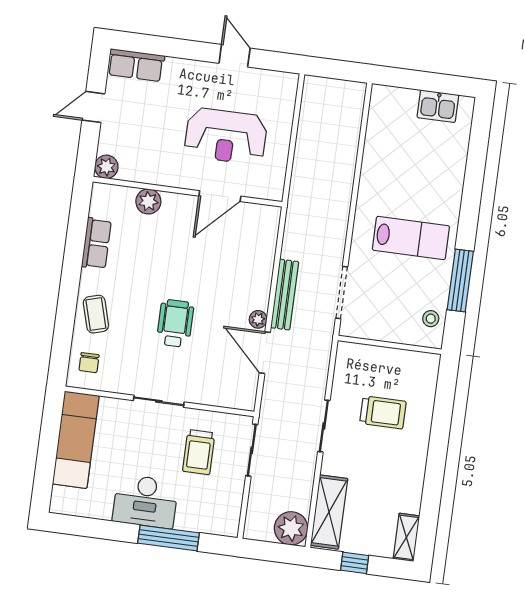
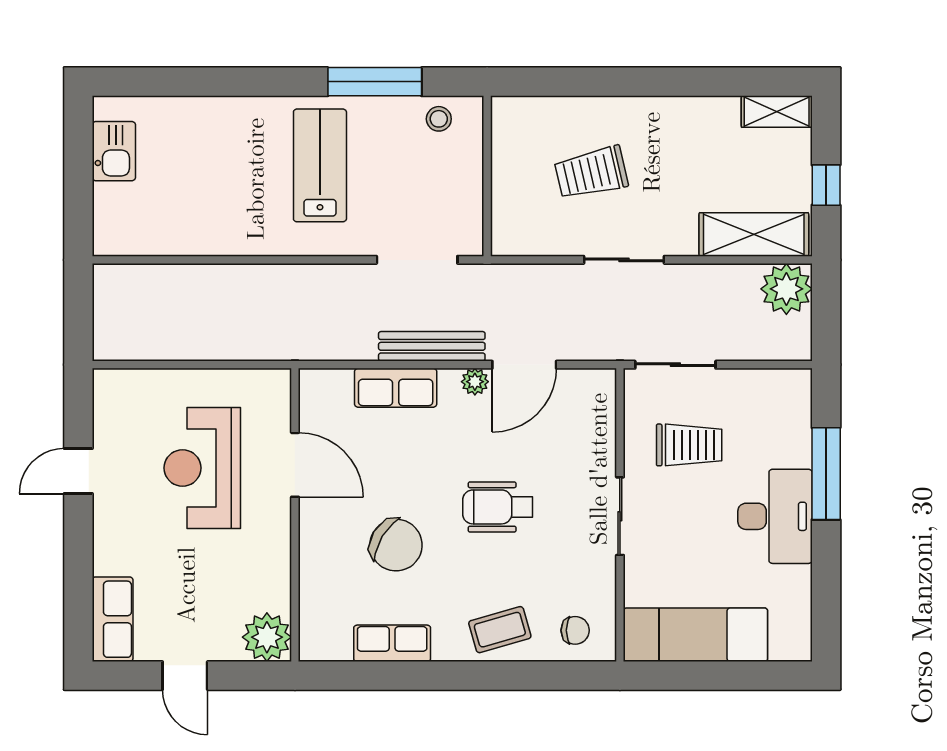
reception desk: (226, 136) -> (202, 468), turned 180
plant: (106, 167) -> (267, 637), width x1.36, depth x1.36
plant: (148, 201) -> (318, 573), removed
chair: (159, 254) -> (396, 545), added
row of seats: (261, 268) -> (396, 388), added
trolley: (383, 412) -> (591, 173), turned -103

